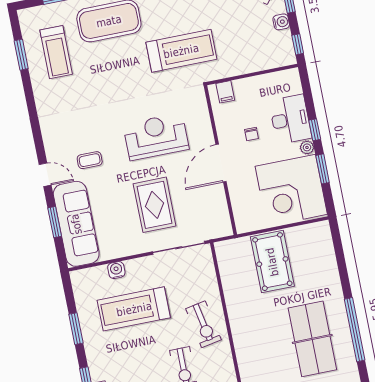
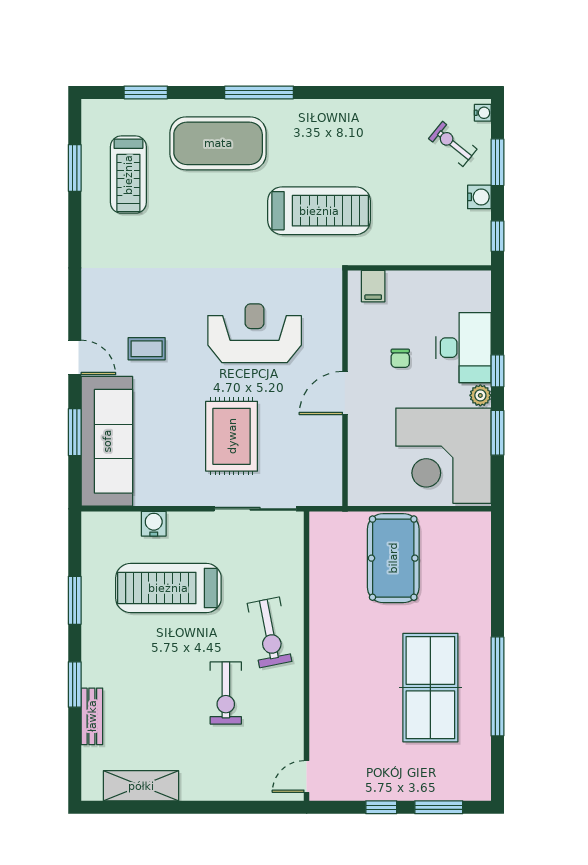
door: (221, 163) -> (345, 393), width x0.73

